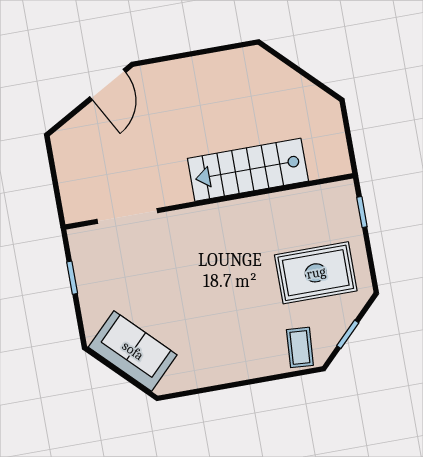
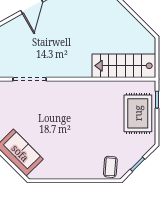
stairs: (248, 170) -> (124, 66), moved
rug: (316, 273) -> (138, 113), moved, turned 90

